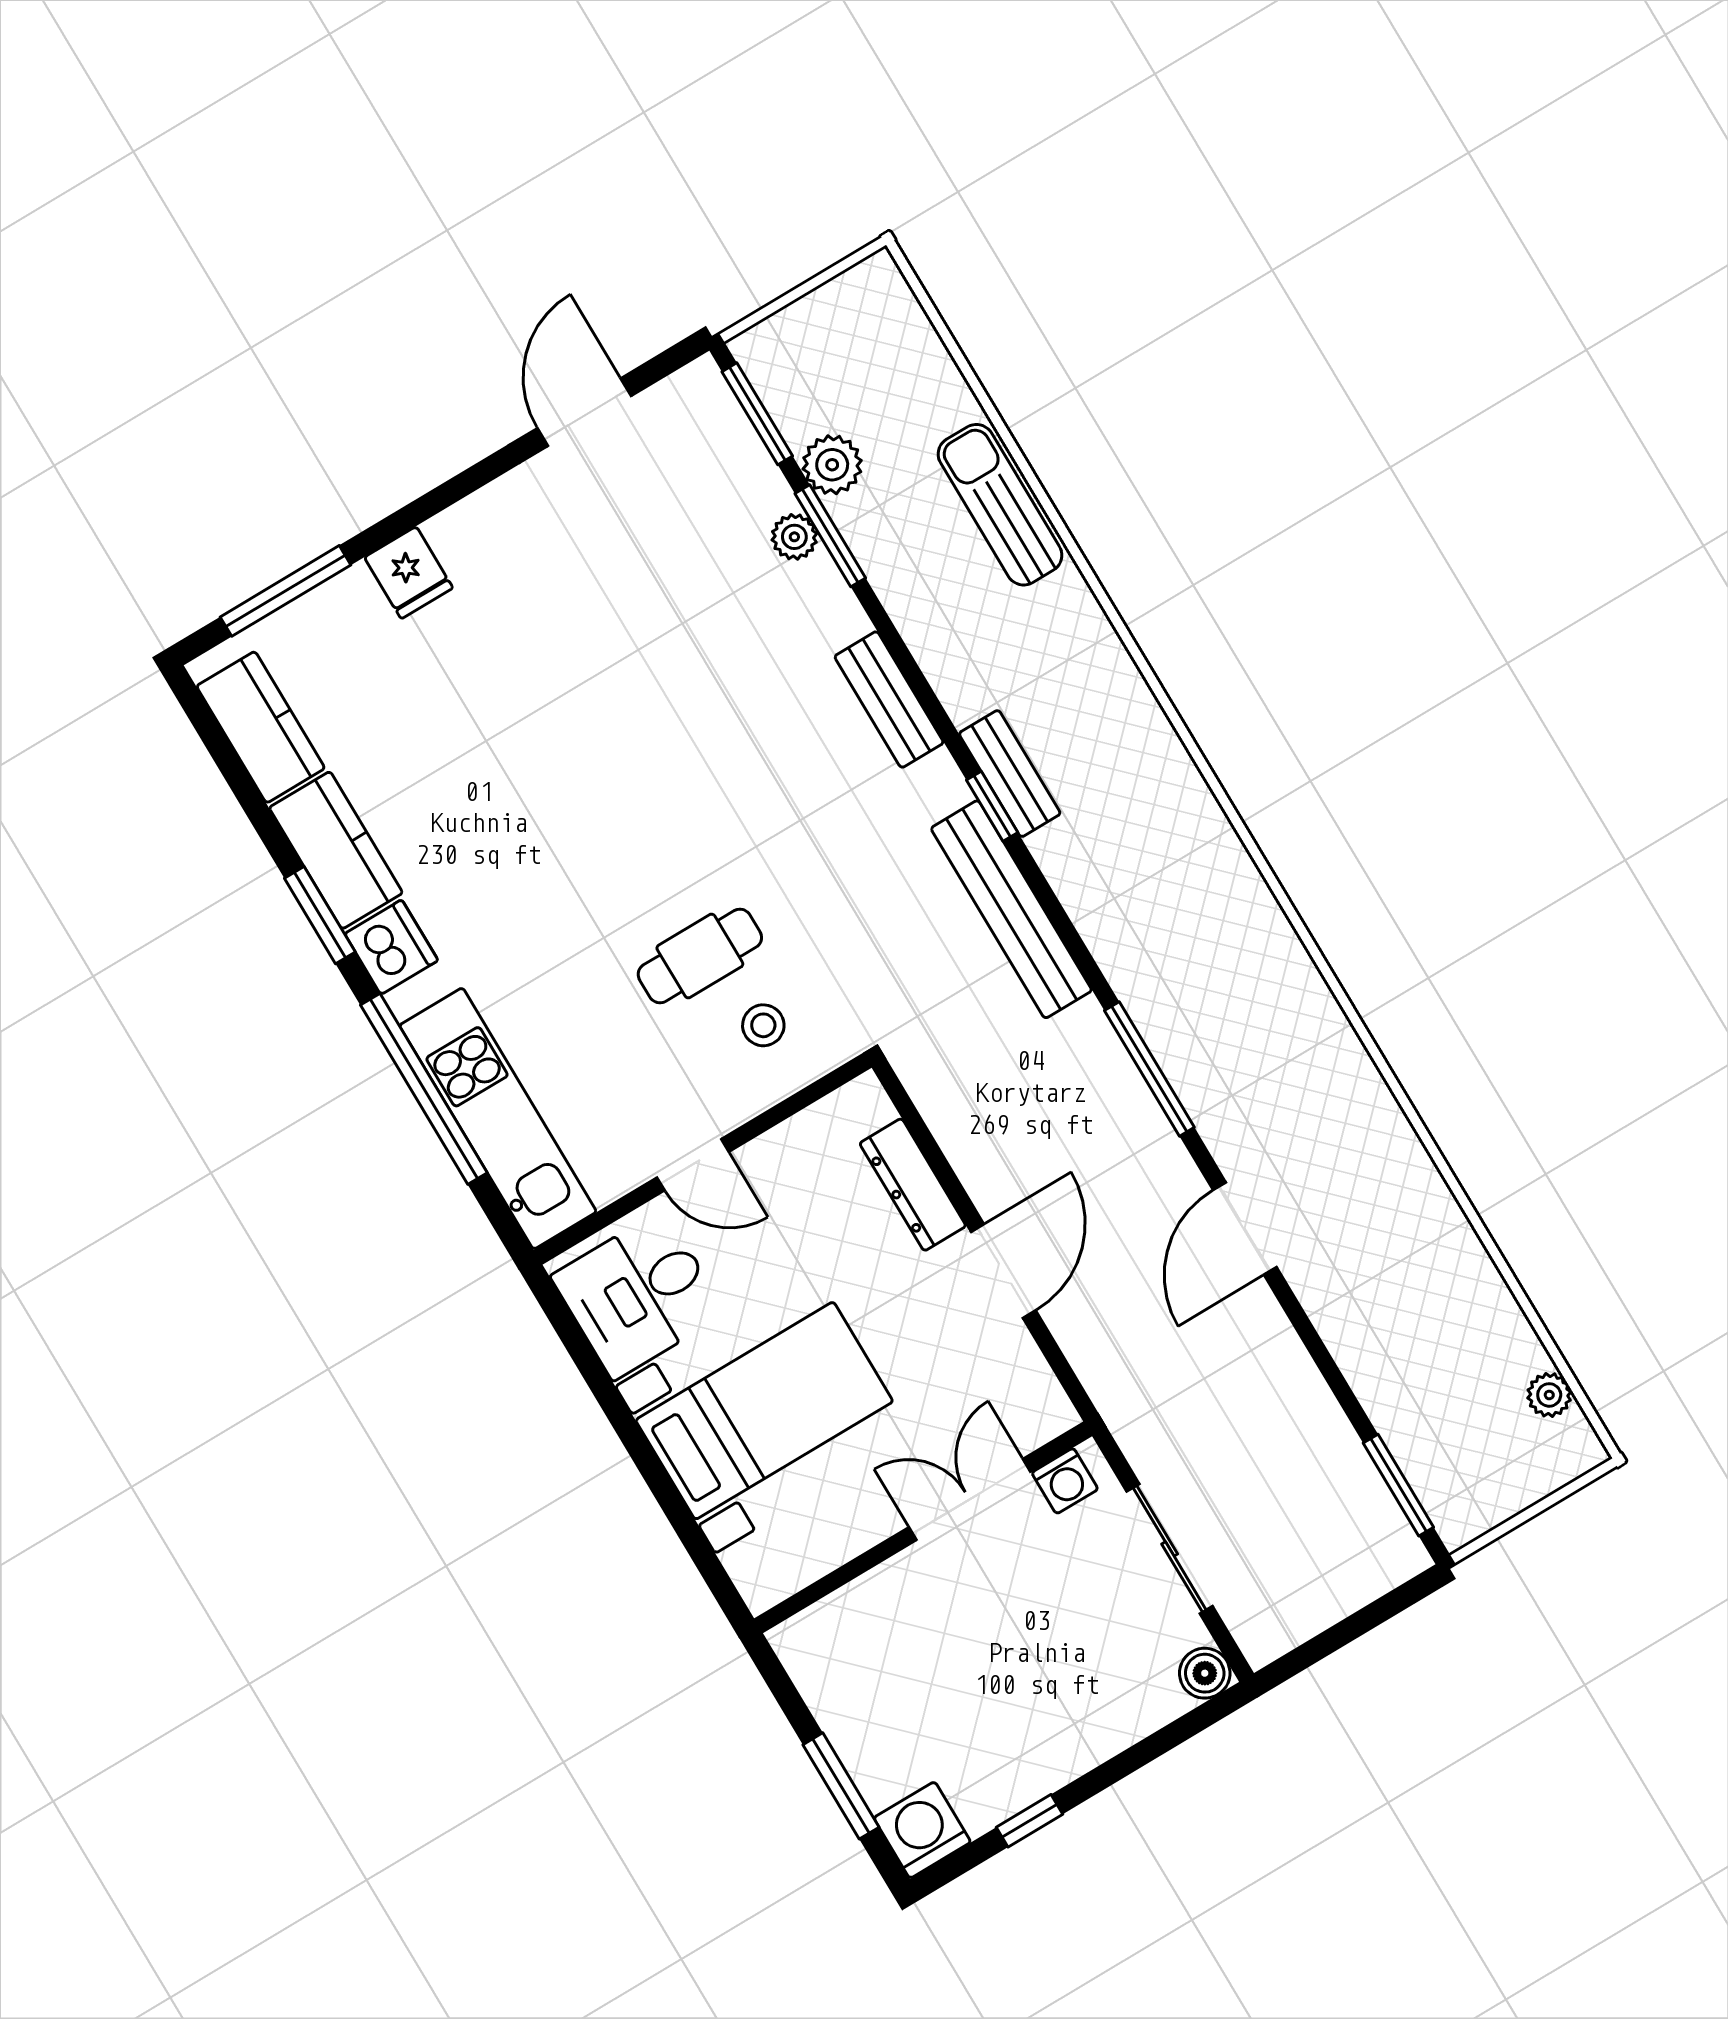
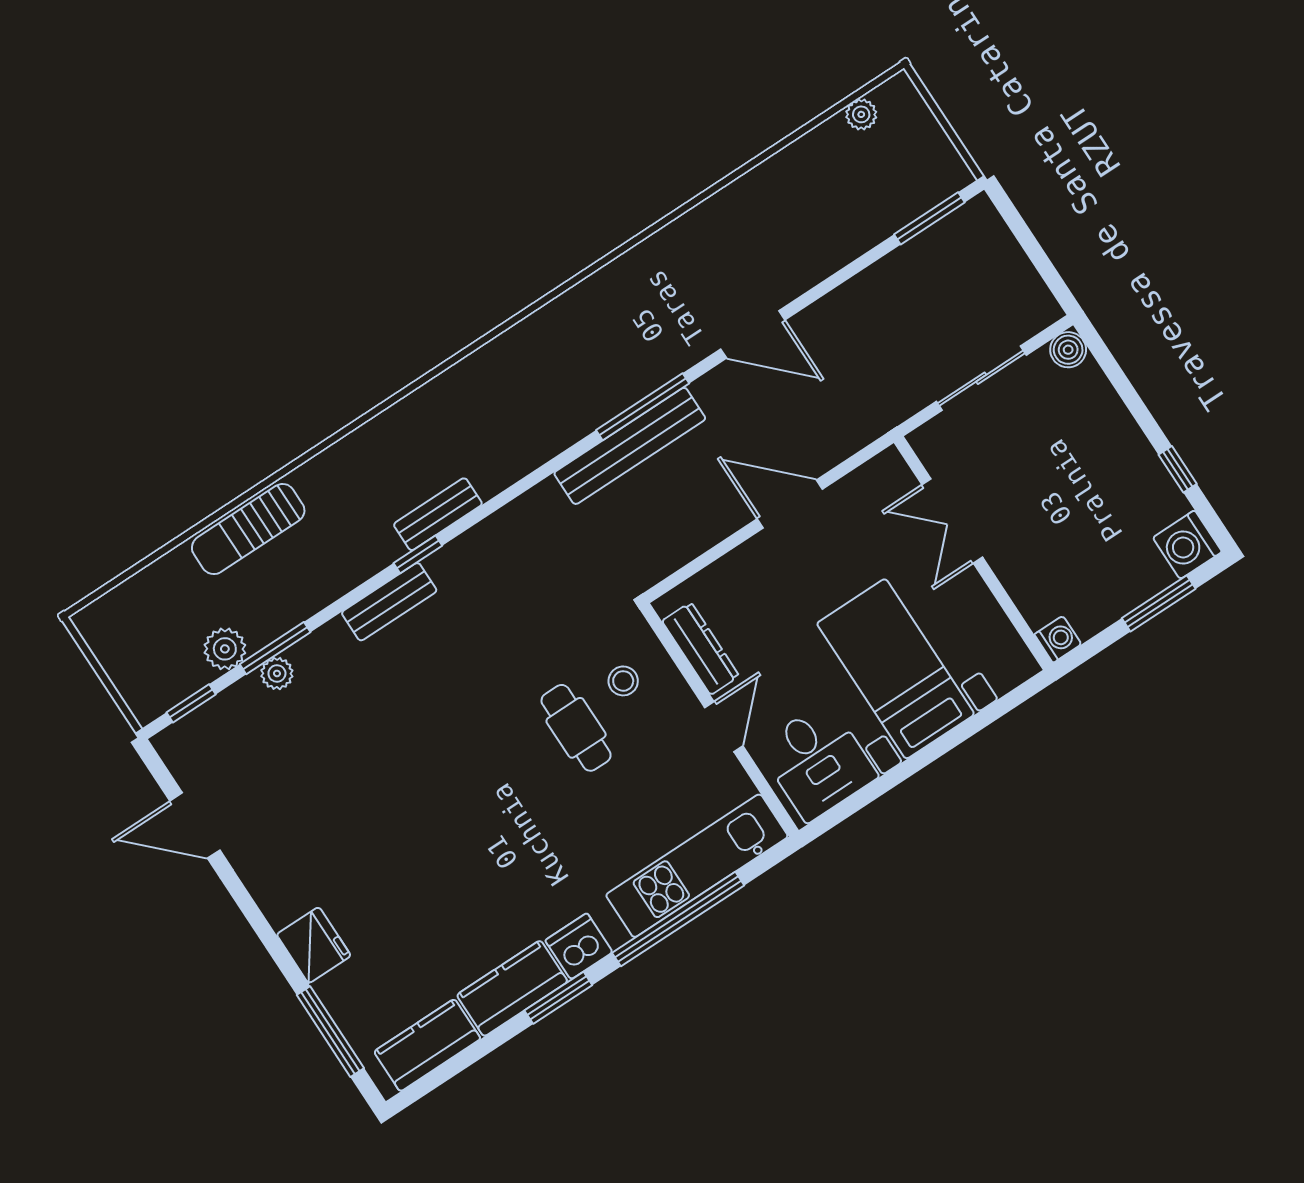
window: (757, 414) -> (191, 703), width x0.67
fridge: (409, 573) -> (314, 945), width x1.38
window: (992, 806) -> (418, 554), moved
bench: (1011, 909) -> (630, 446), moved
dresser: (913, 1185) -> (701, 649), moved, turned -90
washing machine: (1065, 1481) -> (1058, 639), moved

